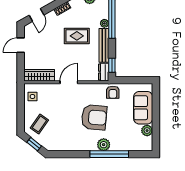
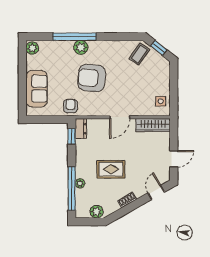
bench: (104, 45) -> (81, 159), removed
coffee table: (39, 124) -> (139, 54), moved
plant: (147, 131) -> (32, 48), moved

